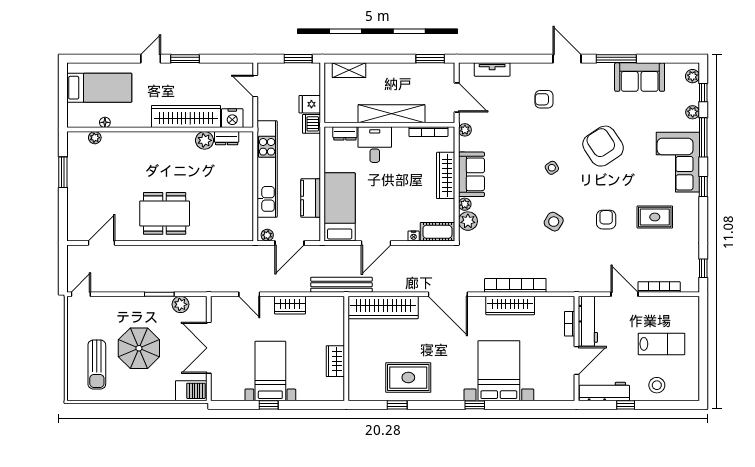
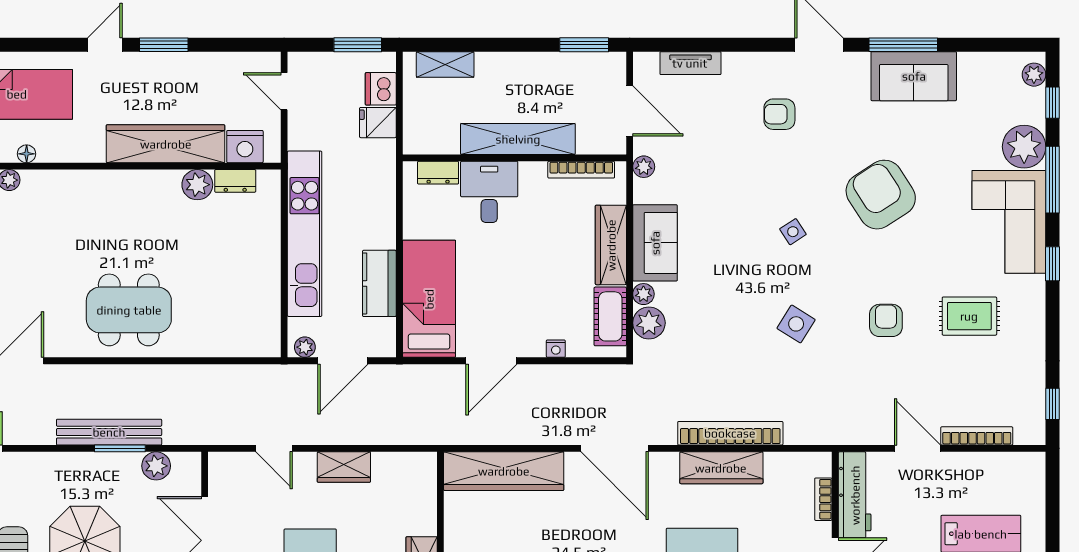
sofa: (640, 77) -> (914, 76), moved
plant: (693, 112) -> (1024, 147), width x1.87, depth x1.87
dishwasher: (311, 124) -> (381, 89), moved
cot: (437, 232) -> (610, 316), moved, turned 90
bench: (341, 285) -> (109, 432), moved

